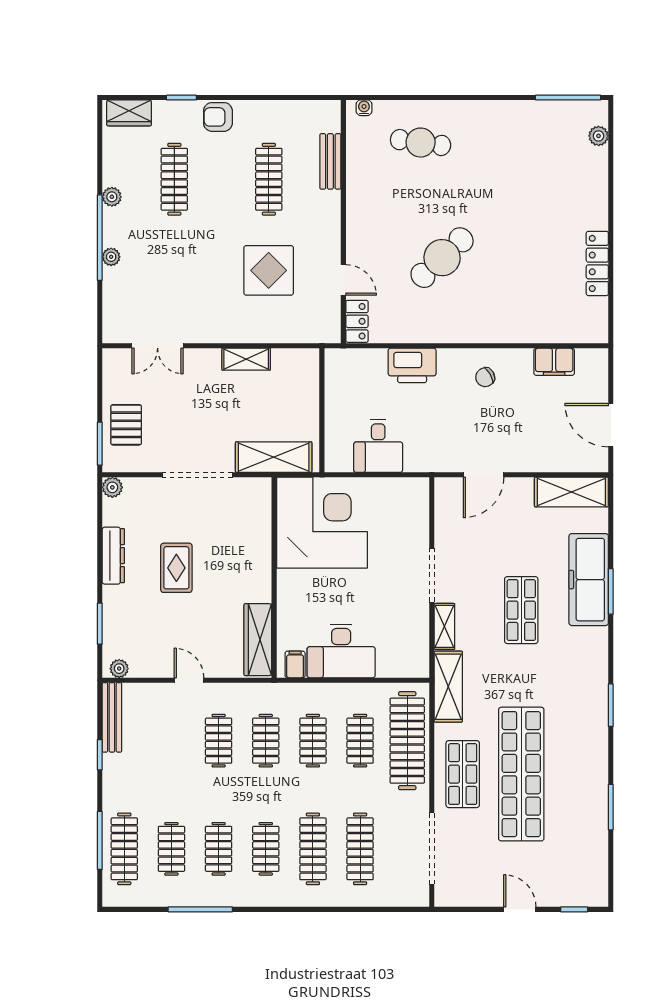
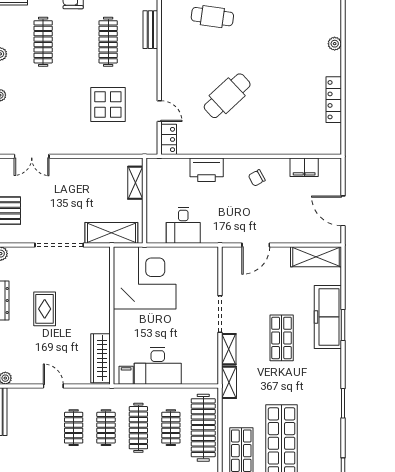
plant: (599, 136) -> (335, 44), moved
shelving: (246, 359) -> (135, 183), moved, turned 90
shelving: (448, 687) -> (229, 382), width x0.67, depth x0.75
clothes rail: (313, 741) -> (138, 428), width x1.36

